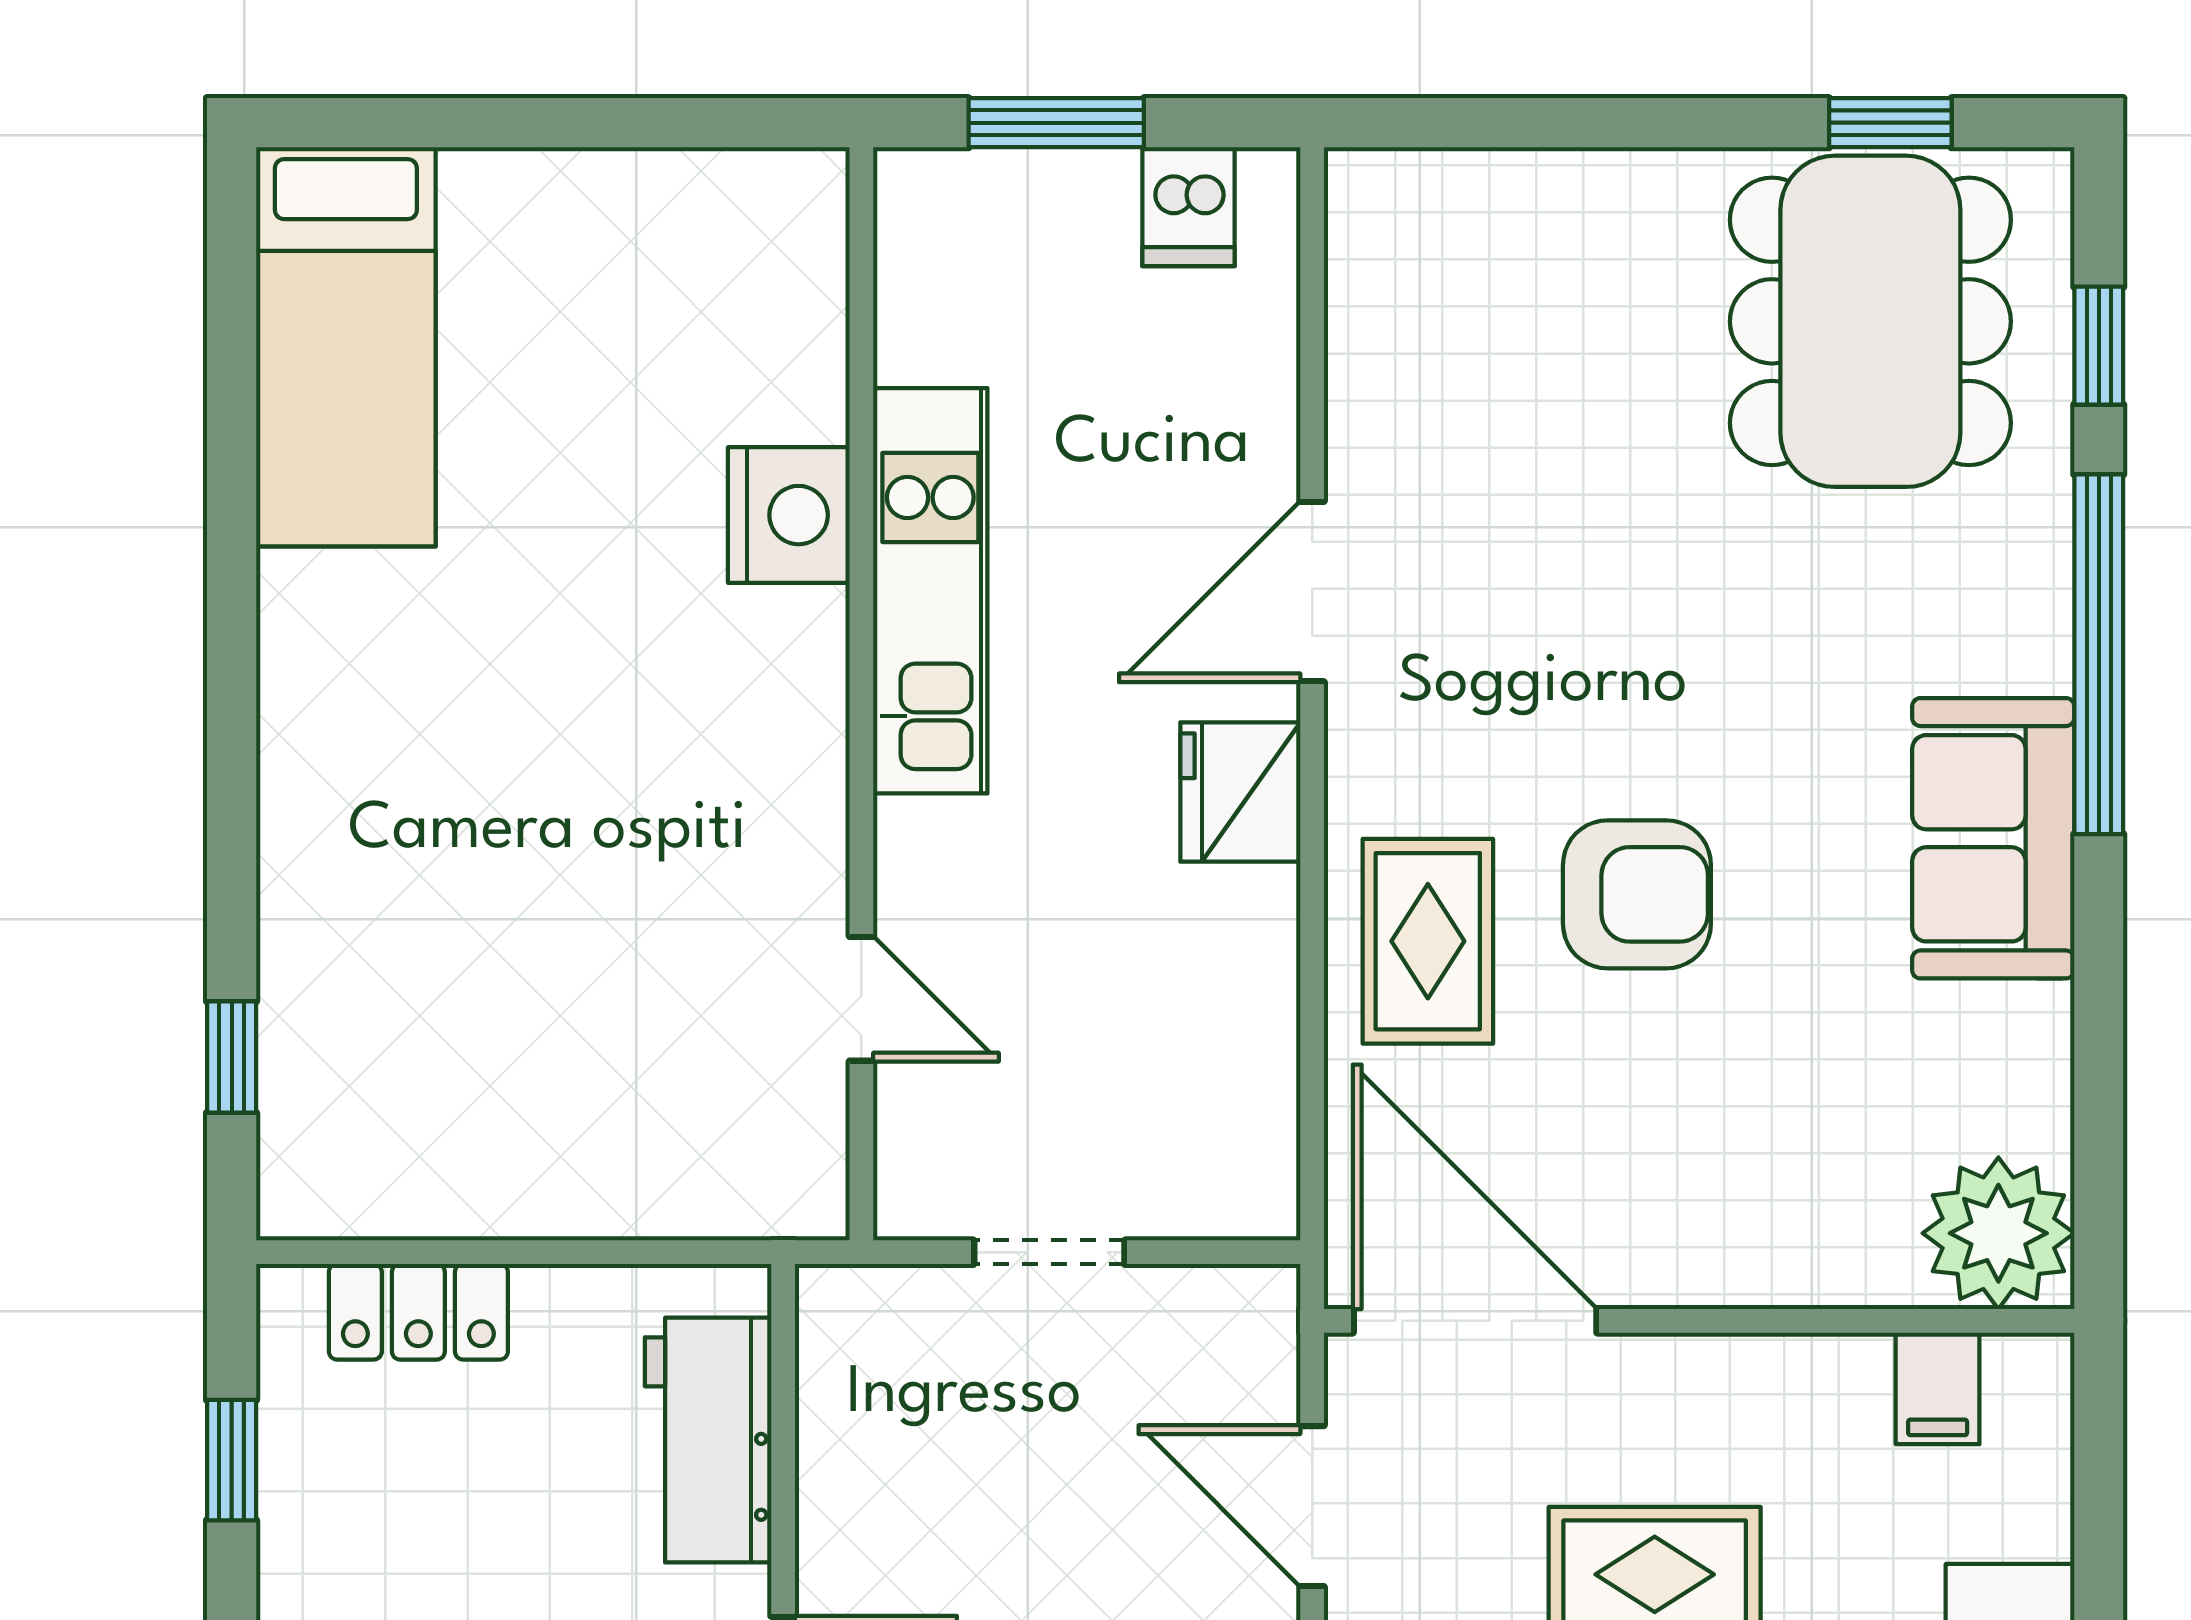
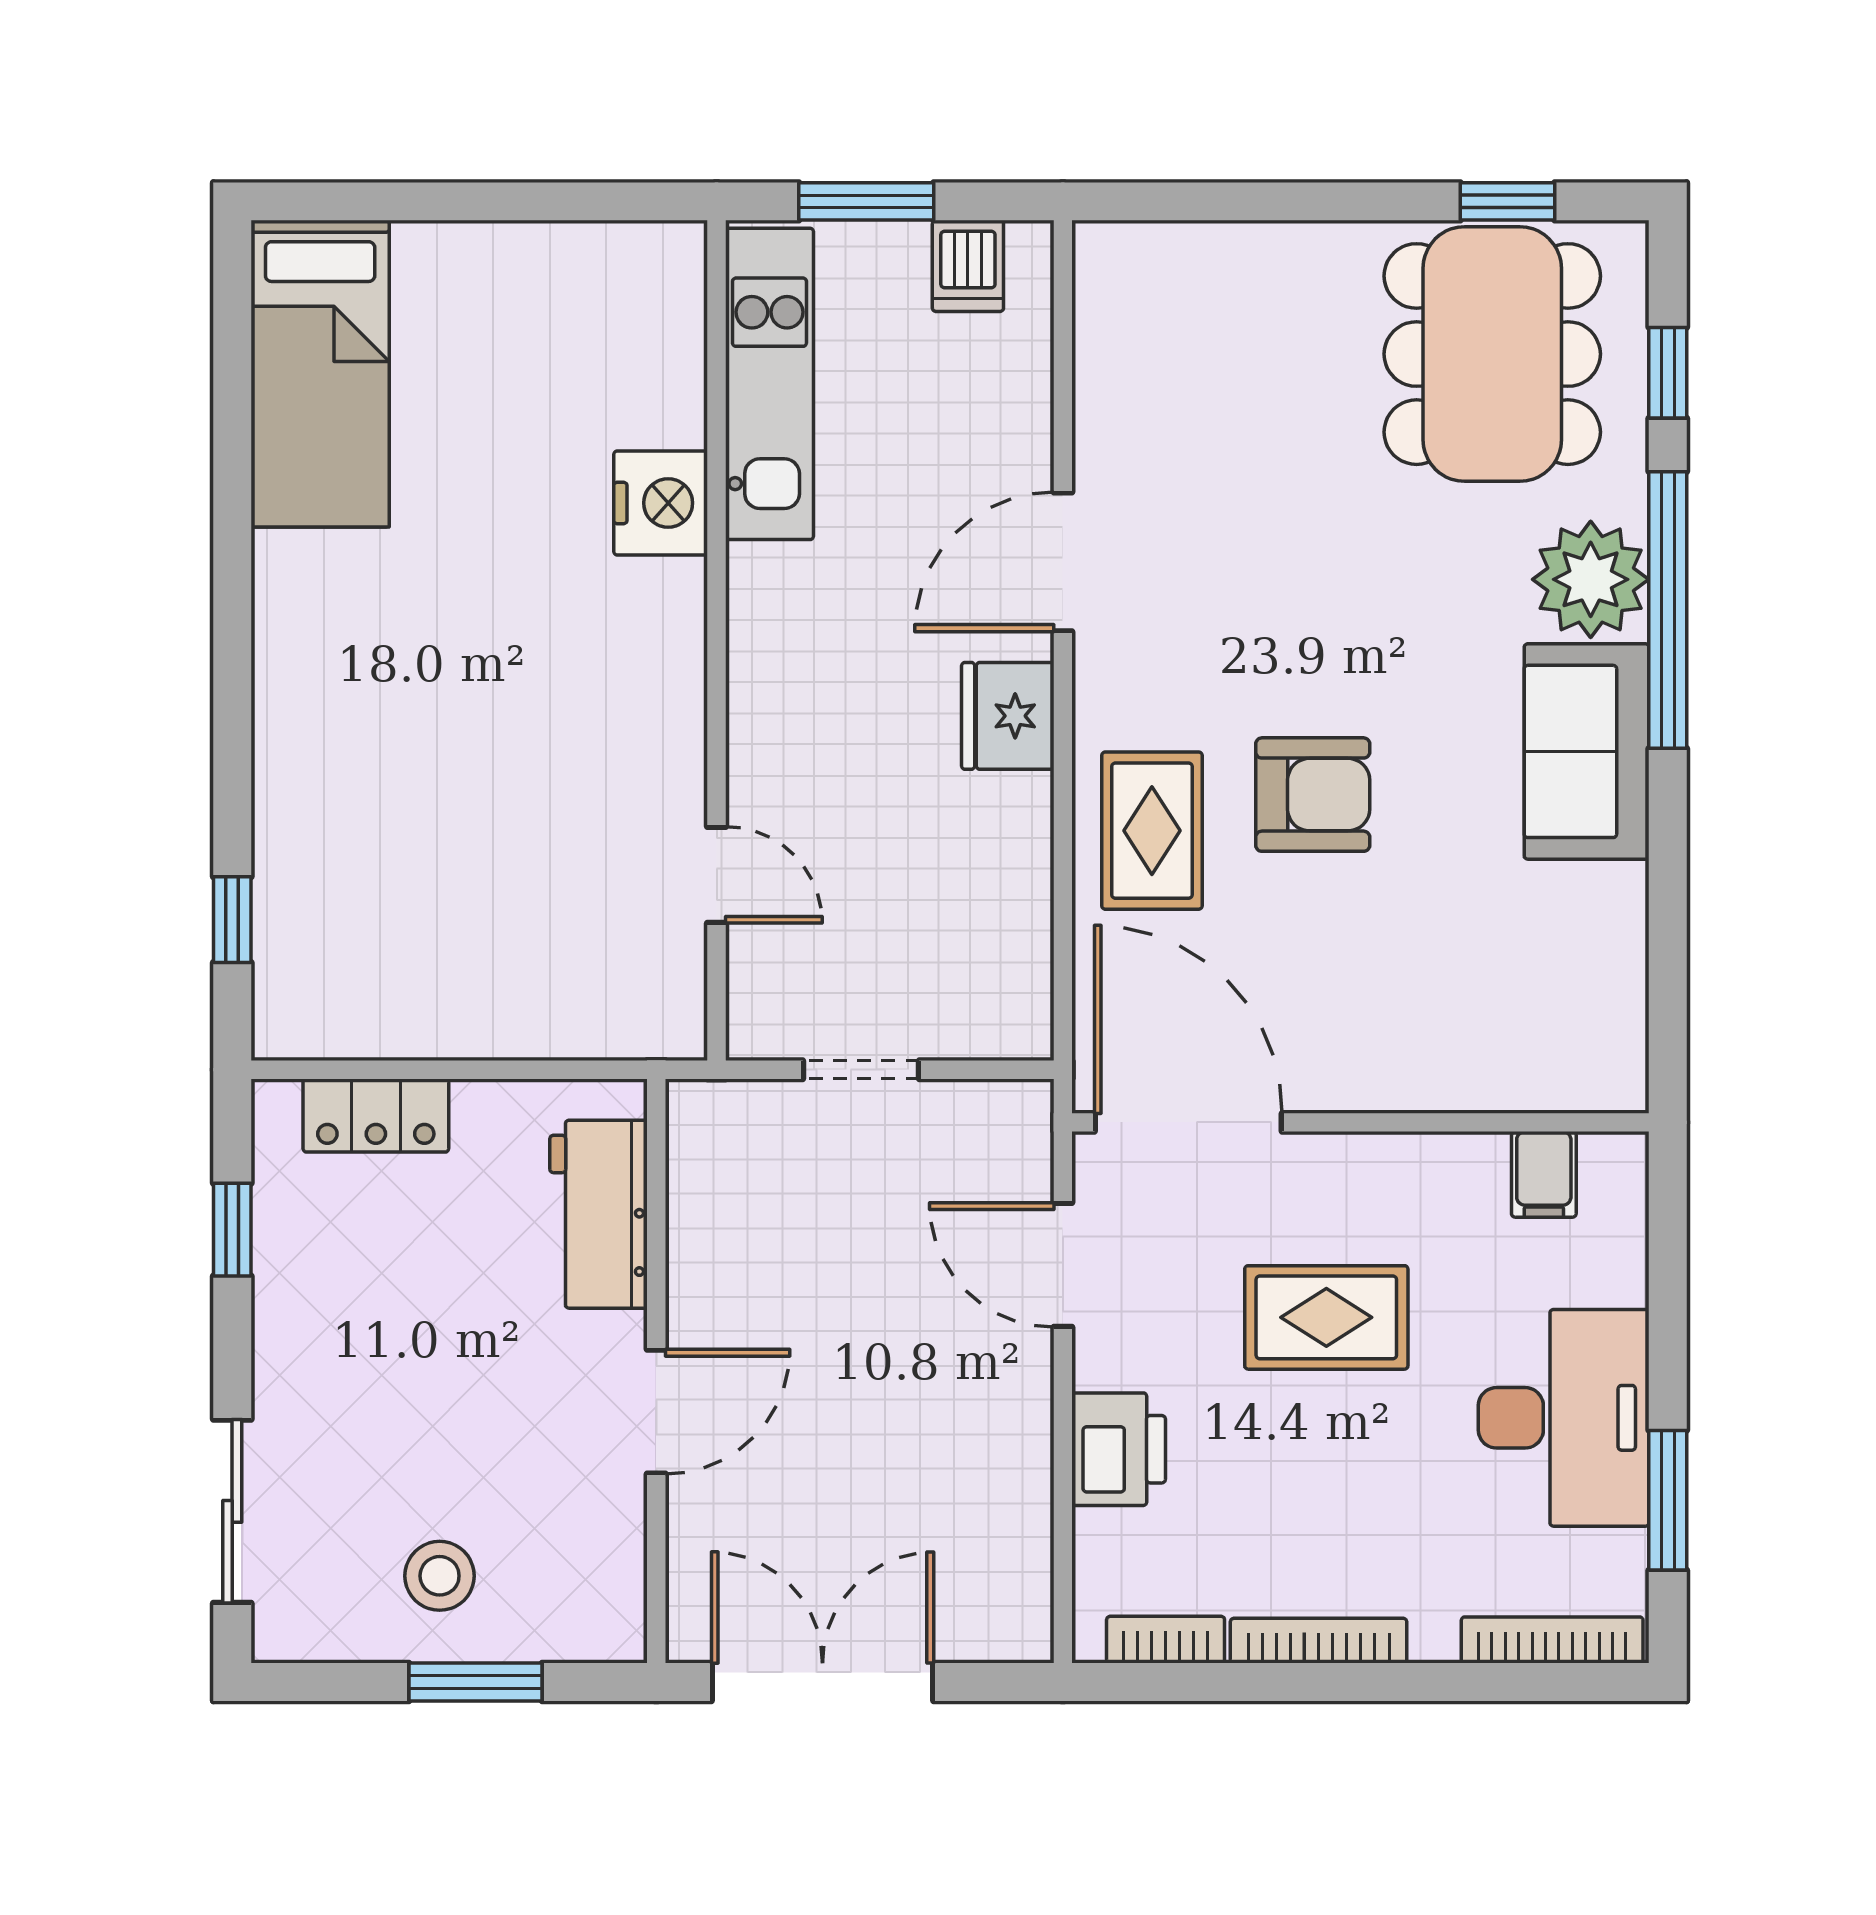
kitchen unit: (930, 591) -> (769, 384), moved
plant: (1998, 1233) -> (1591, 579), moved

